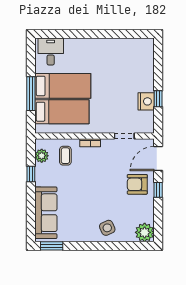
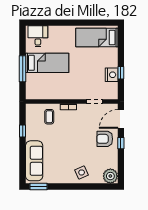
bed: (62, 112) -> (97, 37), moved, turned 180
plant: (42, 156) -> (31, 117), removed

